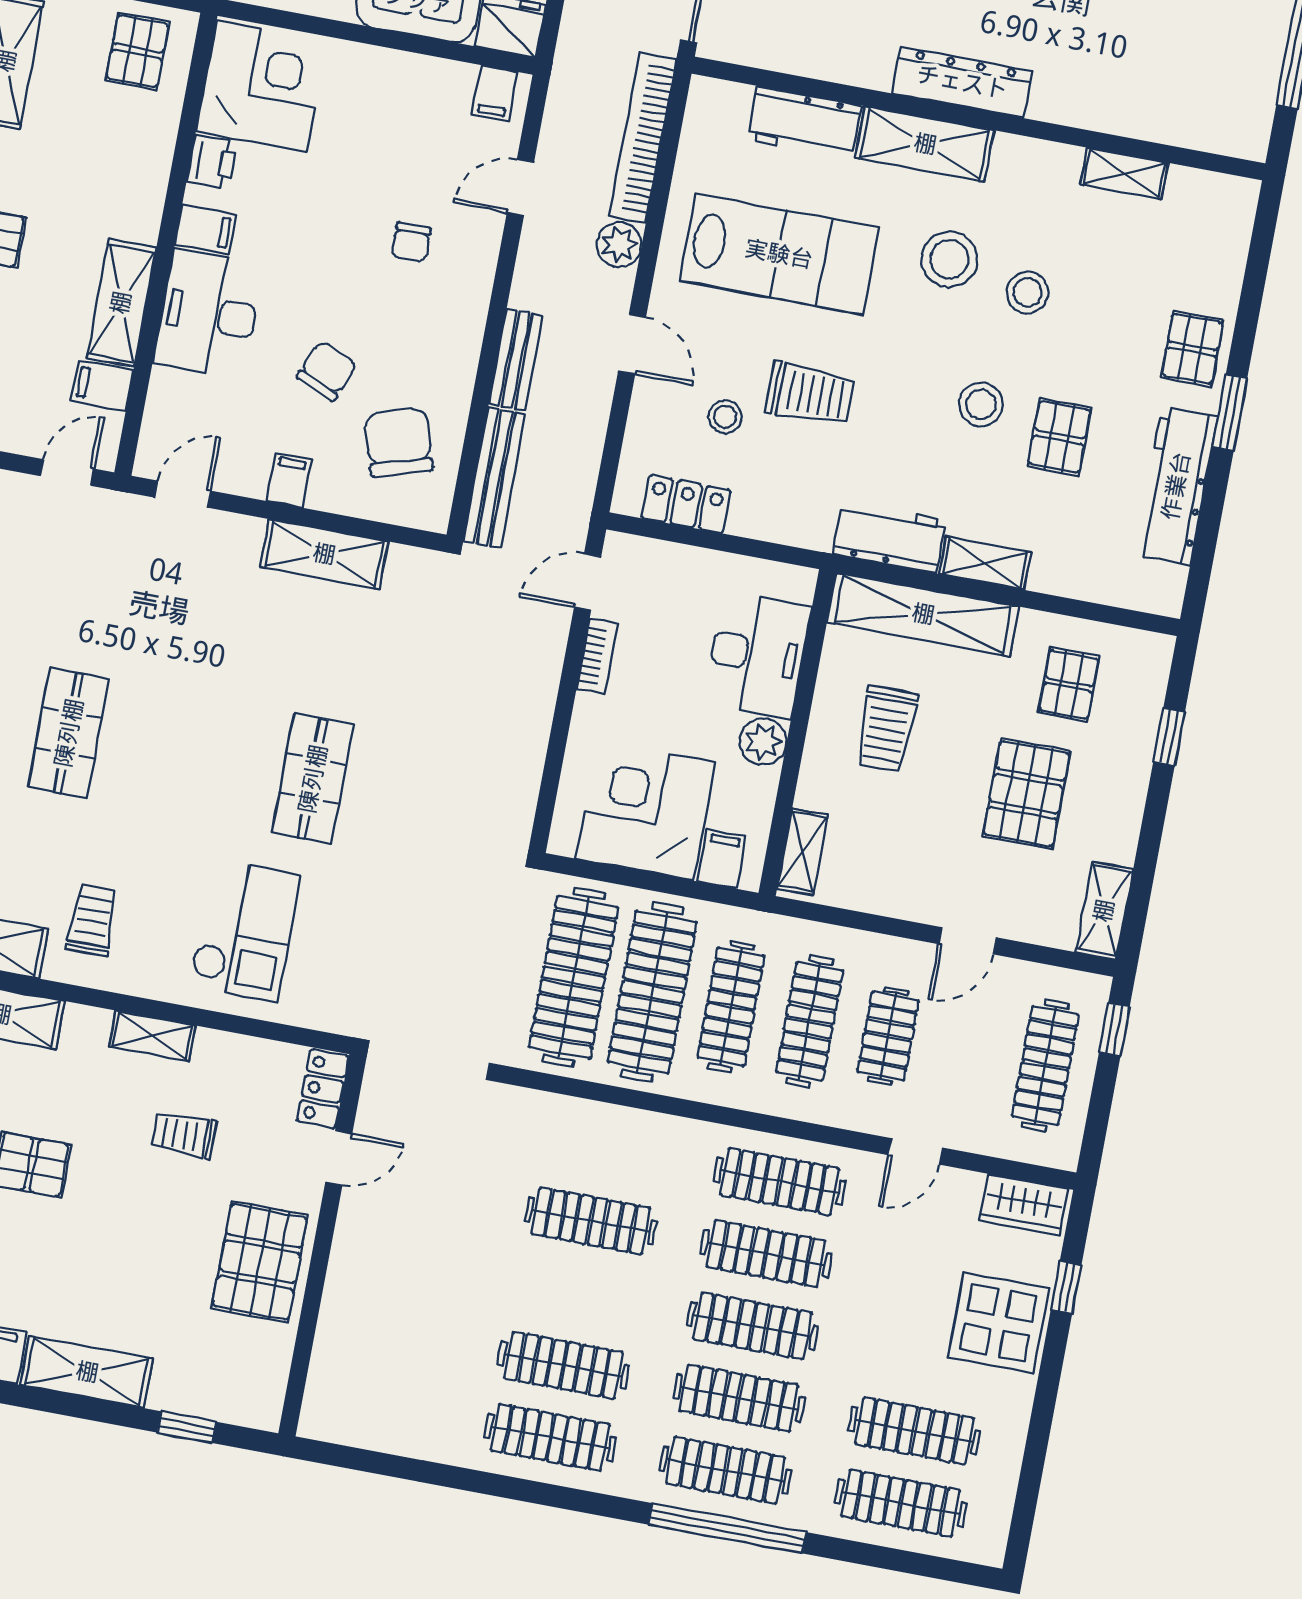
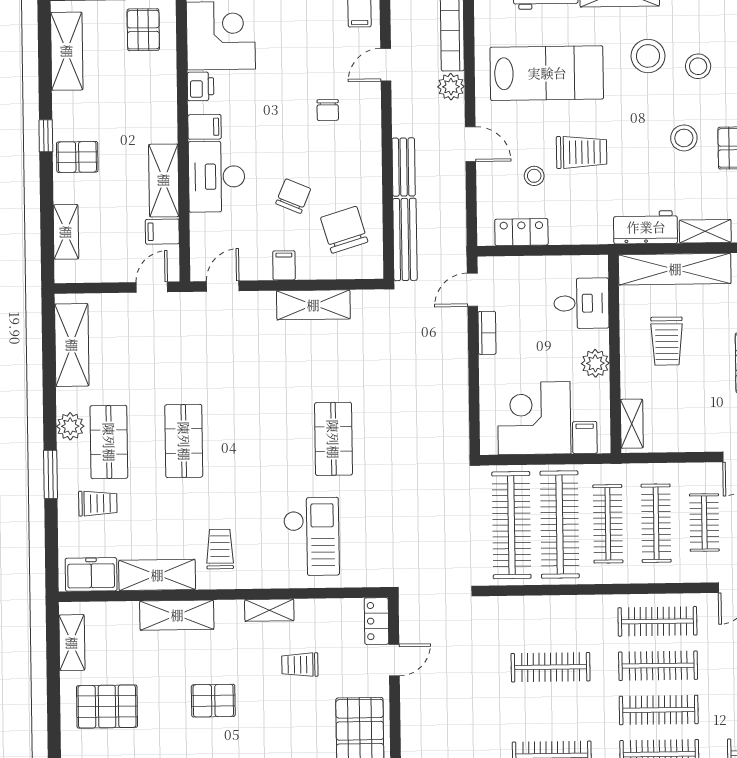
desk: (757, 655) -> (581, 303), width x0.73

